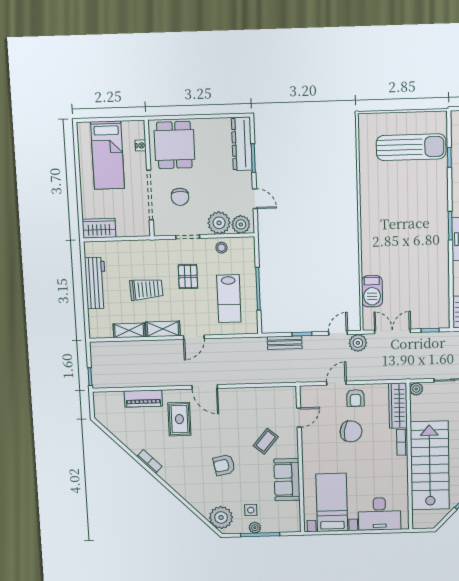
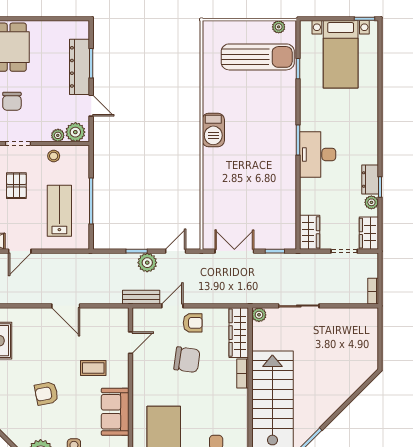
plant: (430, 117) -> (279, 27), added
dresser: (242, 144) -> (80, 67), moved
plant: (219, 223) -> (58, 135), width x0.53, depth x0.53
barbecue: (372, 291) -> (213, 130), moved
lab bench: (229, 299) -> (59, 211), turned 180
bench: (285, 343) -> (141, 297), moved
plant: (358, 343) -> (147, 263), moved
door: (205, 387) -> (66, 306), moved
armchair: (355, 398) -> (193, 323), turned -90
coffee table: (266, 441) -> (93, 368), turned 50

